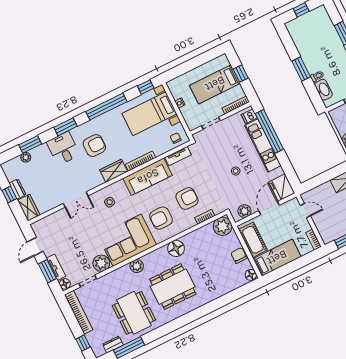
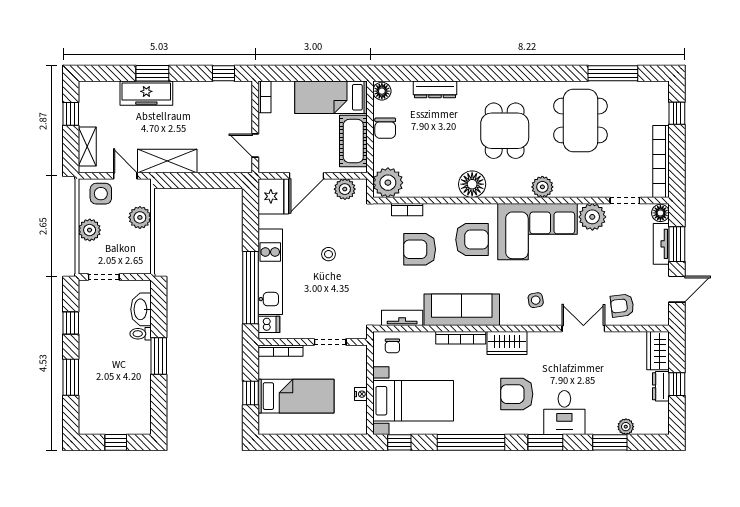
armchair: (61, 223) -> (622, 306), added
dining table: (173, 287) -> (505, 131), width x0.73
dresser: (113, 344) -> (435, 89), moved, width x1.44

